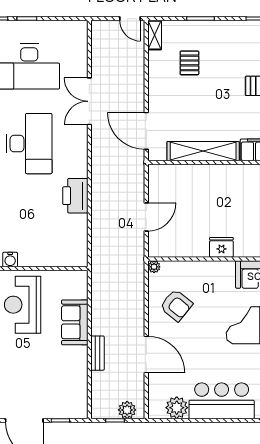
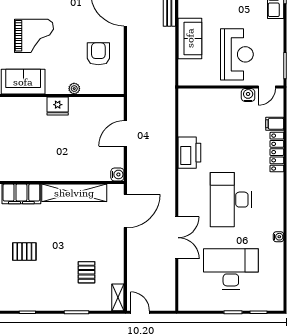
door: (146, 131) -> (125, 211), hinge flipped
water cooler: (155, 171) -> (117, 174), added
plant: (154, 267) -> (74, 89), moved
armchair: (176, 305) -> (98, 54), turned 51

